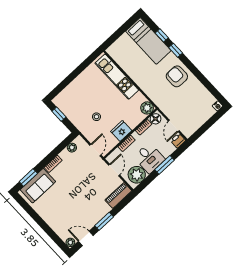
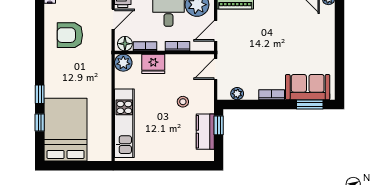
bed: (148, 41) -> (66, 130), width x1.50
armchair: (177, 76) -> (70, 35), moved, turned 90
kitchen counter: (70, 112) -> (205, 132), added
window: (59, 114) -> (219, 125), moved
fridge: (121, 131) -> (153, 64), moved

